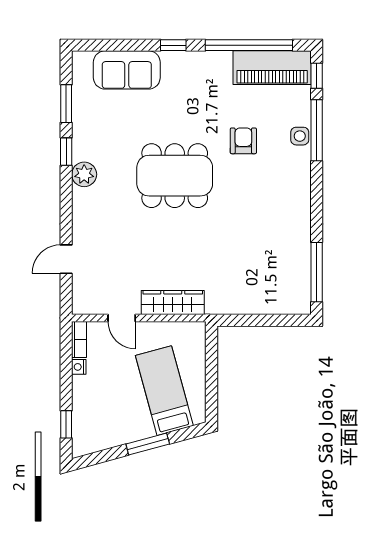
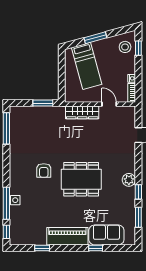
window: (173, 45) -> (96, 248), moved
window: (249, 45) -> (42, 248), width x0.32
piano: (272, 68) -> (67, 236), moved
armchair: (243, 141) -> (44, 170), moved
window: (247, 320) -> (43, 103), added
stool: (91, 427) -> (125, 47), added

